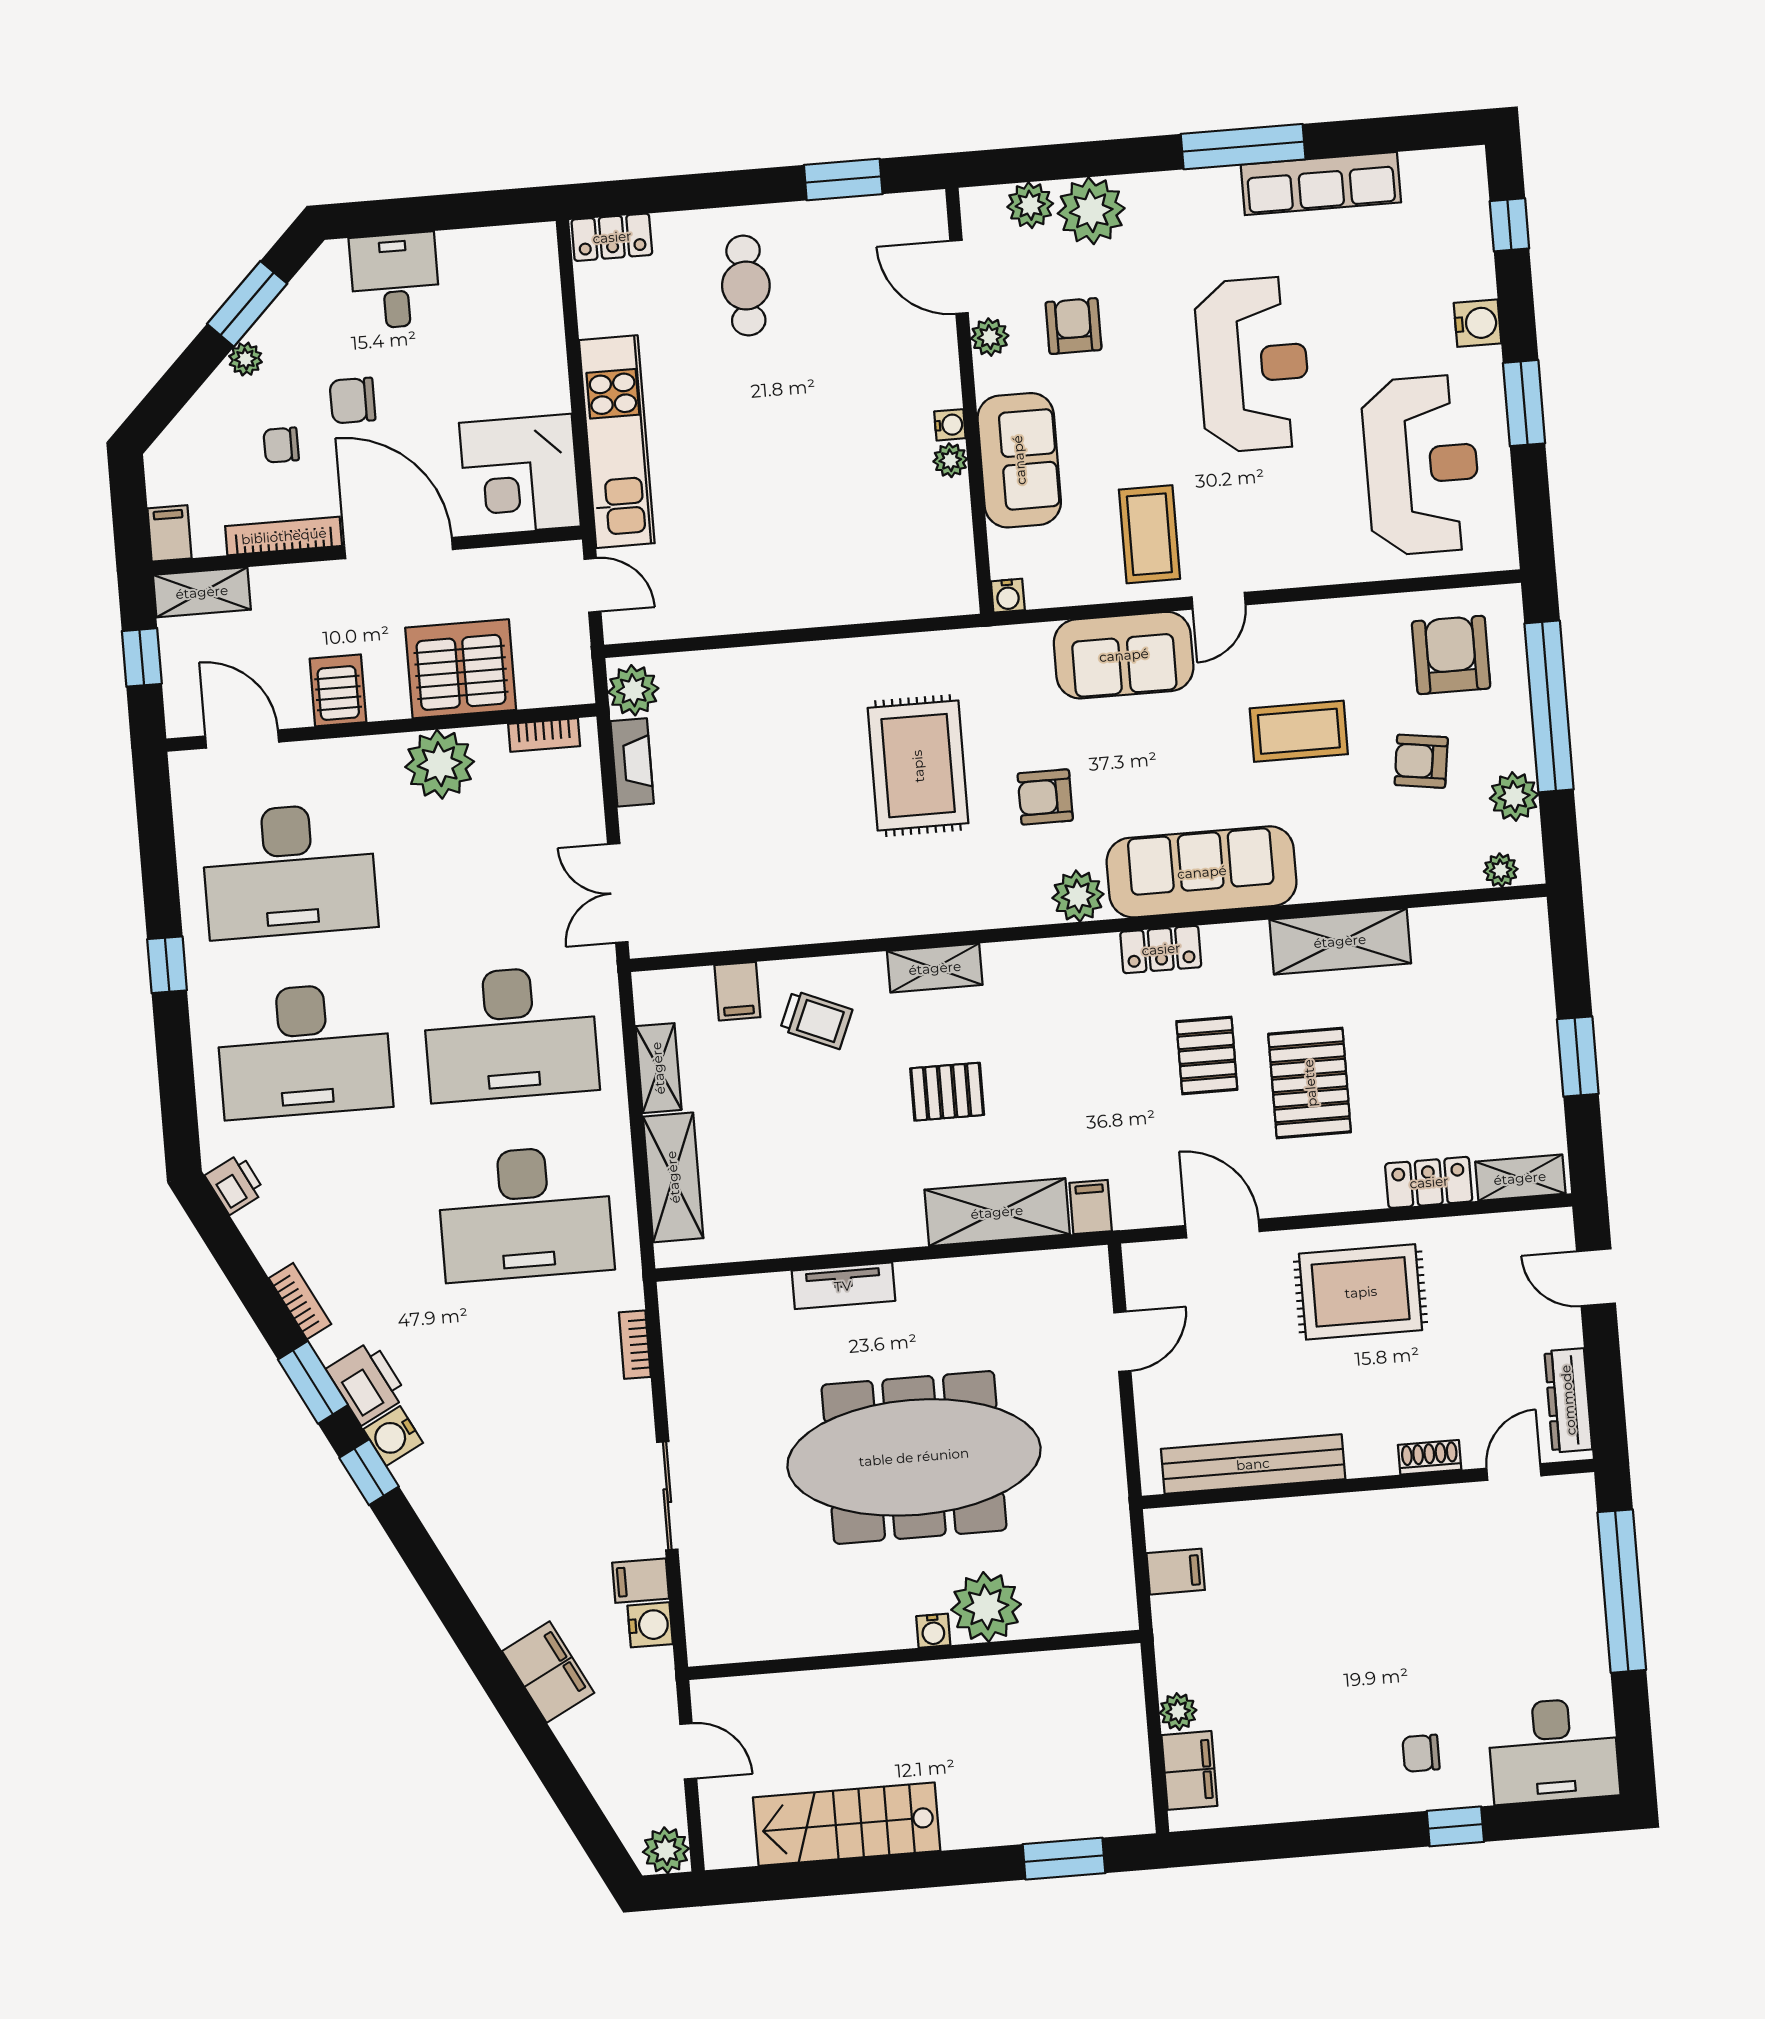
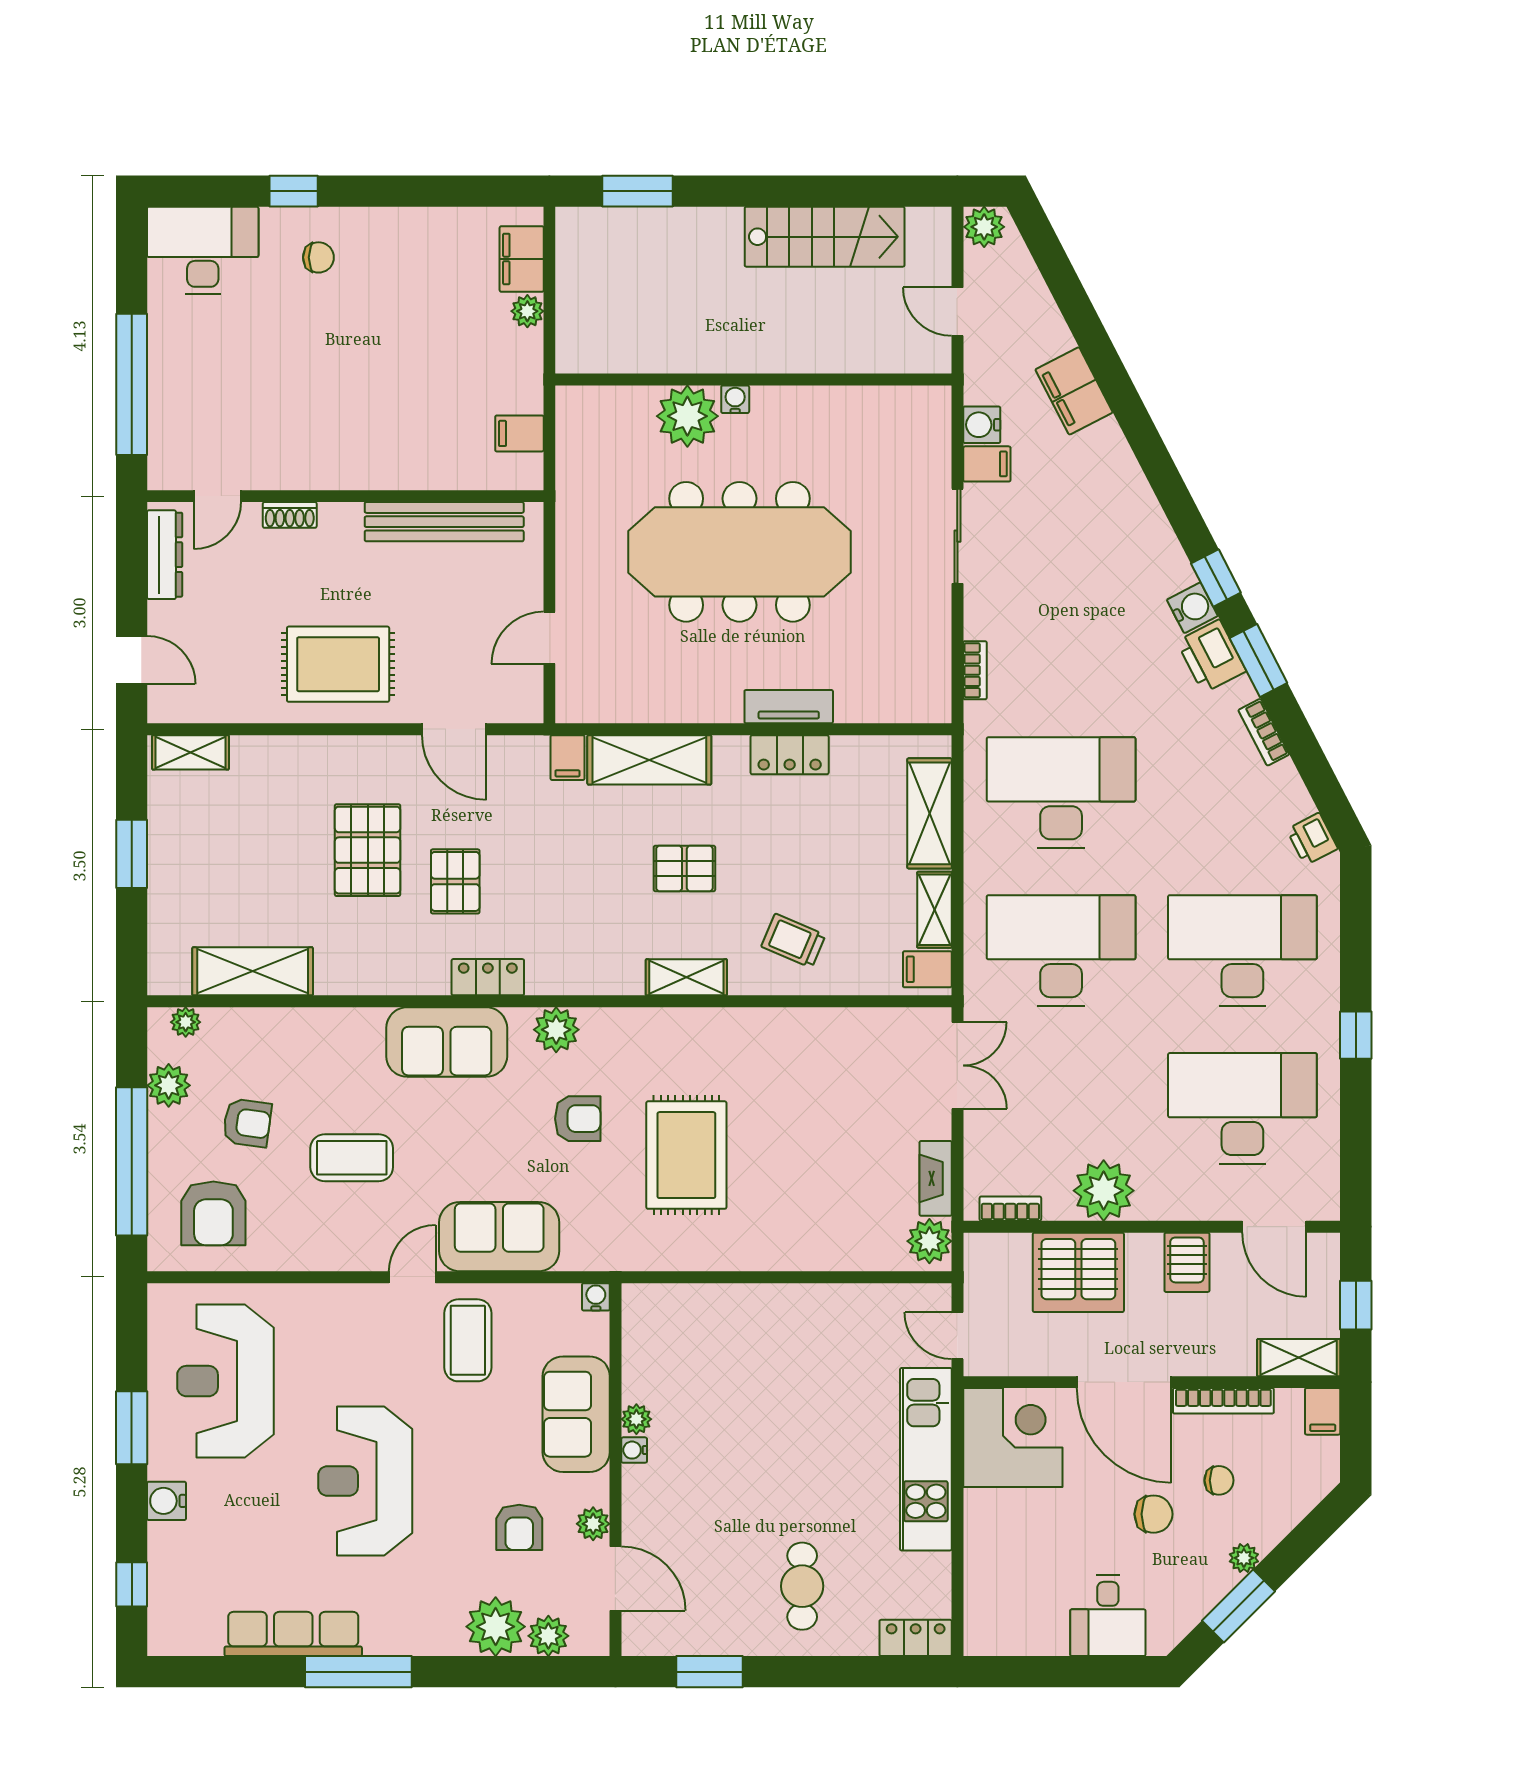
sofa: (1202, 872) -> (447, 1042), width x0.73
shelving: (1340, 941) -> (253, 971), moved
filing cabinet: (737, 991) -> (927, 969), moved, turned -90
locker: (1429, 1182) -> (790, 755), moved

